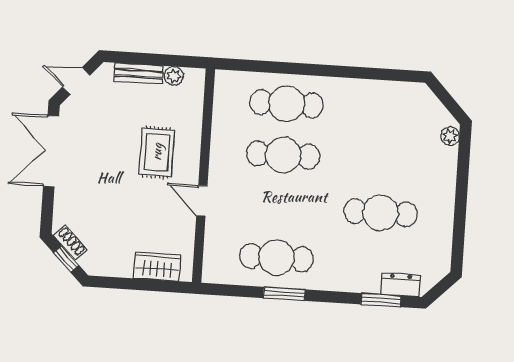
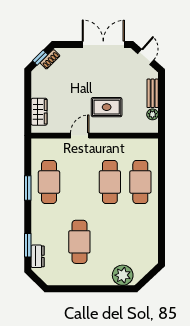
plant: (450, 136) -> (123, 275), width x1.88, depth x1.88

